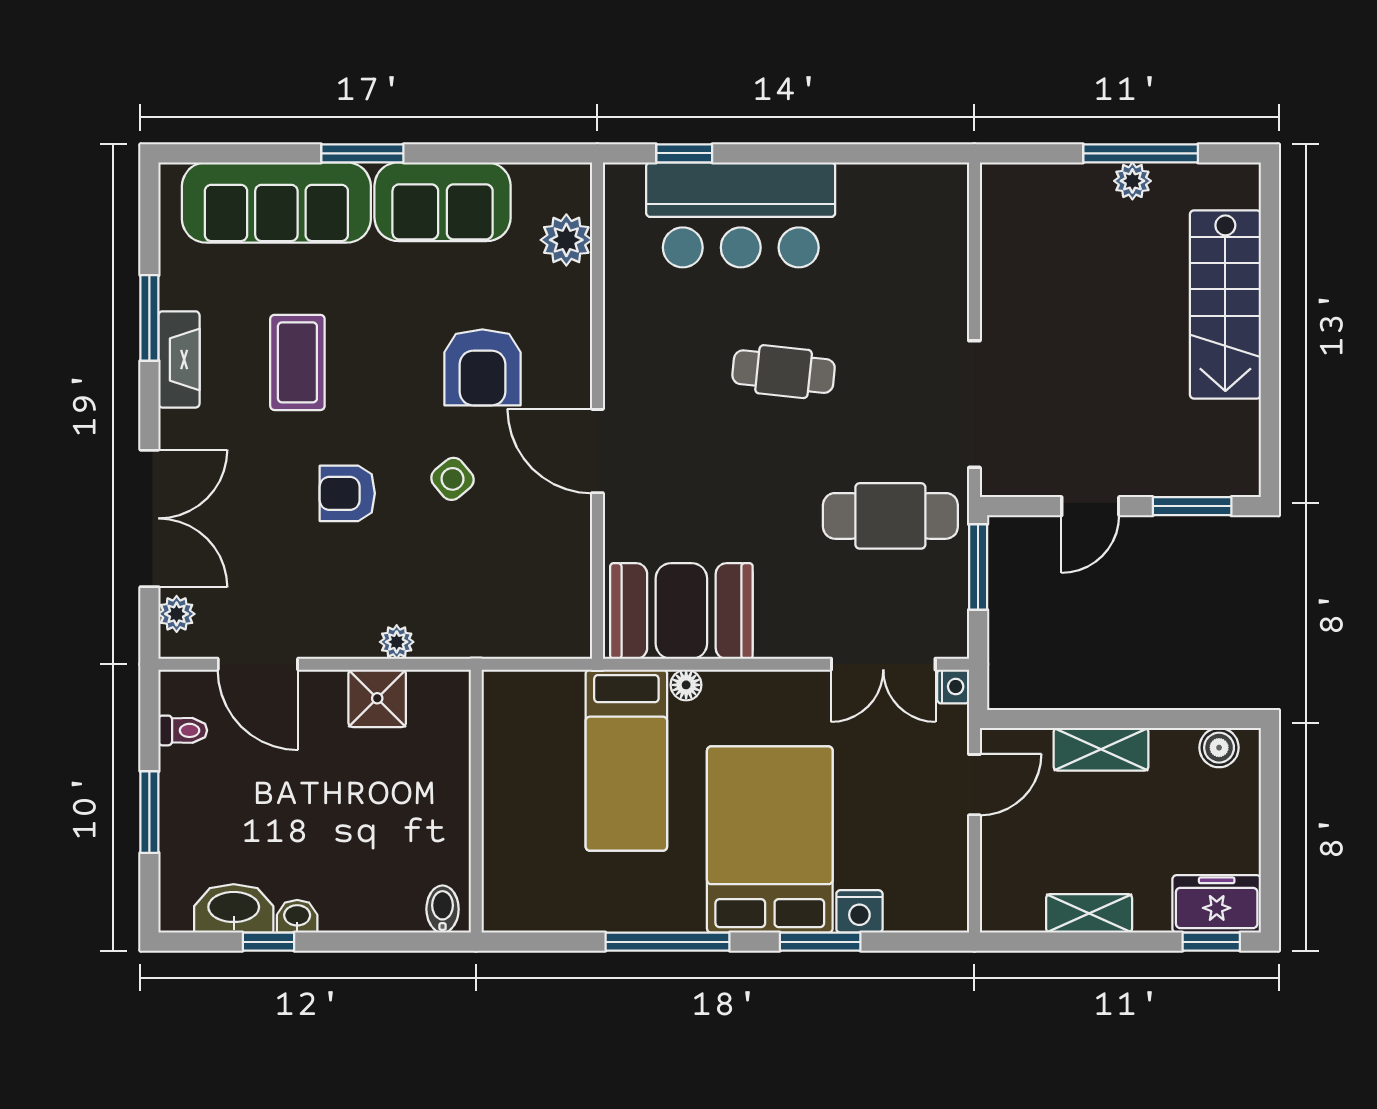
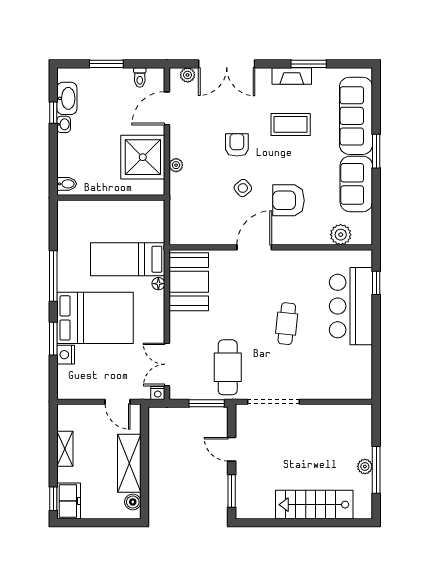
shower: (377, 698) -> (143, 157), width x1.86, depth x1.86
shelving: (1101, 749) -> (129, 463), width x1.50, depth x1.33

